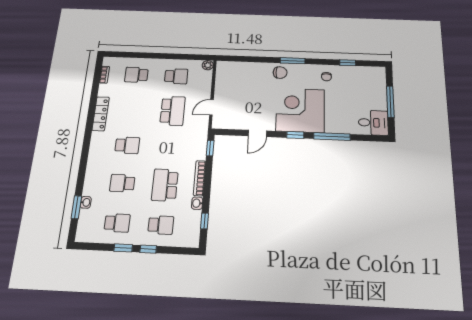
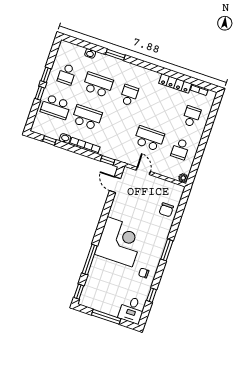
chair: (280, 73) -> (166, 210), moved
school desk: (173, 111) -> (149, 139), turned 180
locker: (101, 114) -> (175, 83), moved
desk: (373, 123) -> (132, 310), moved
door: (257, 133) -> (115, 185), moved
window: (295, 135) -> (79, 292), moved
school desk: (127, 145) -> (129, 95), turned 180
school desk: (122, 183) -> (98, 85), width x1.85
window: (76, 207) -> (115, 55), moved
school desk: (161, 225) -> (56, 107), width x1.85

